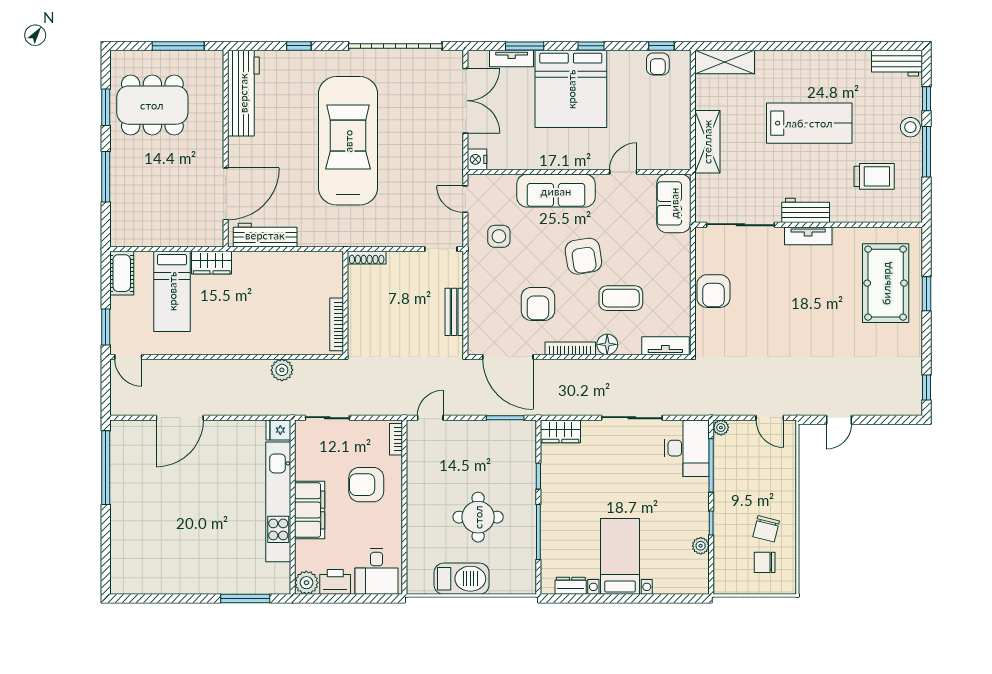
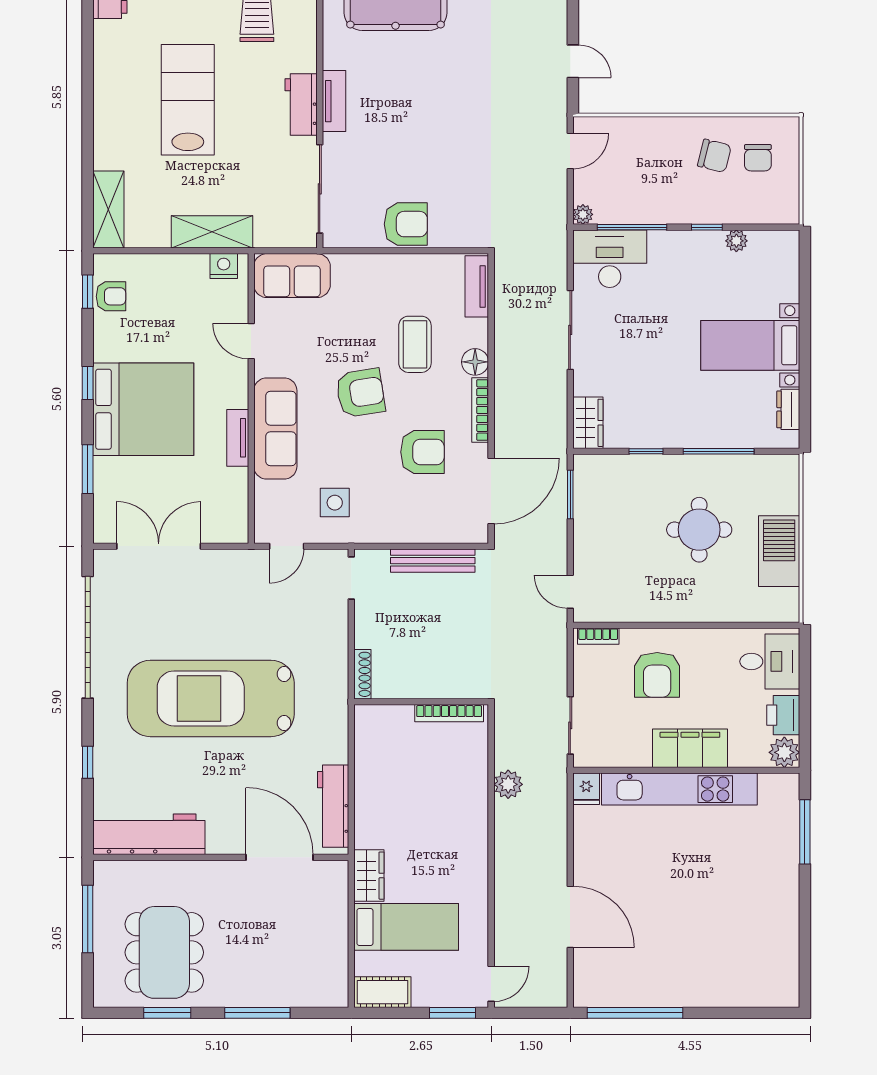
tv unit: (512, 58) -> (238, 438), moved, turned 180
nightstand: (477, 159) -> (224, 266), moved, turned 180
bench: (454, 312) -> (433, 561), width x1.36

